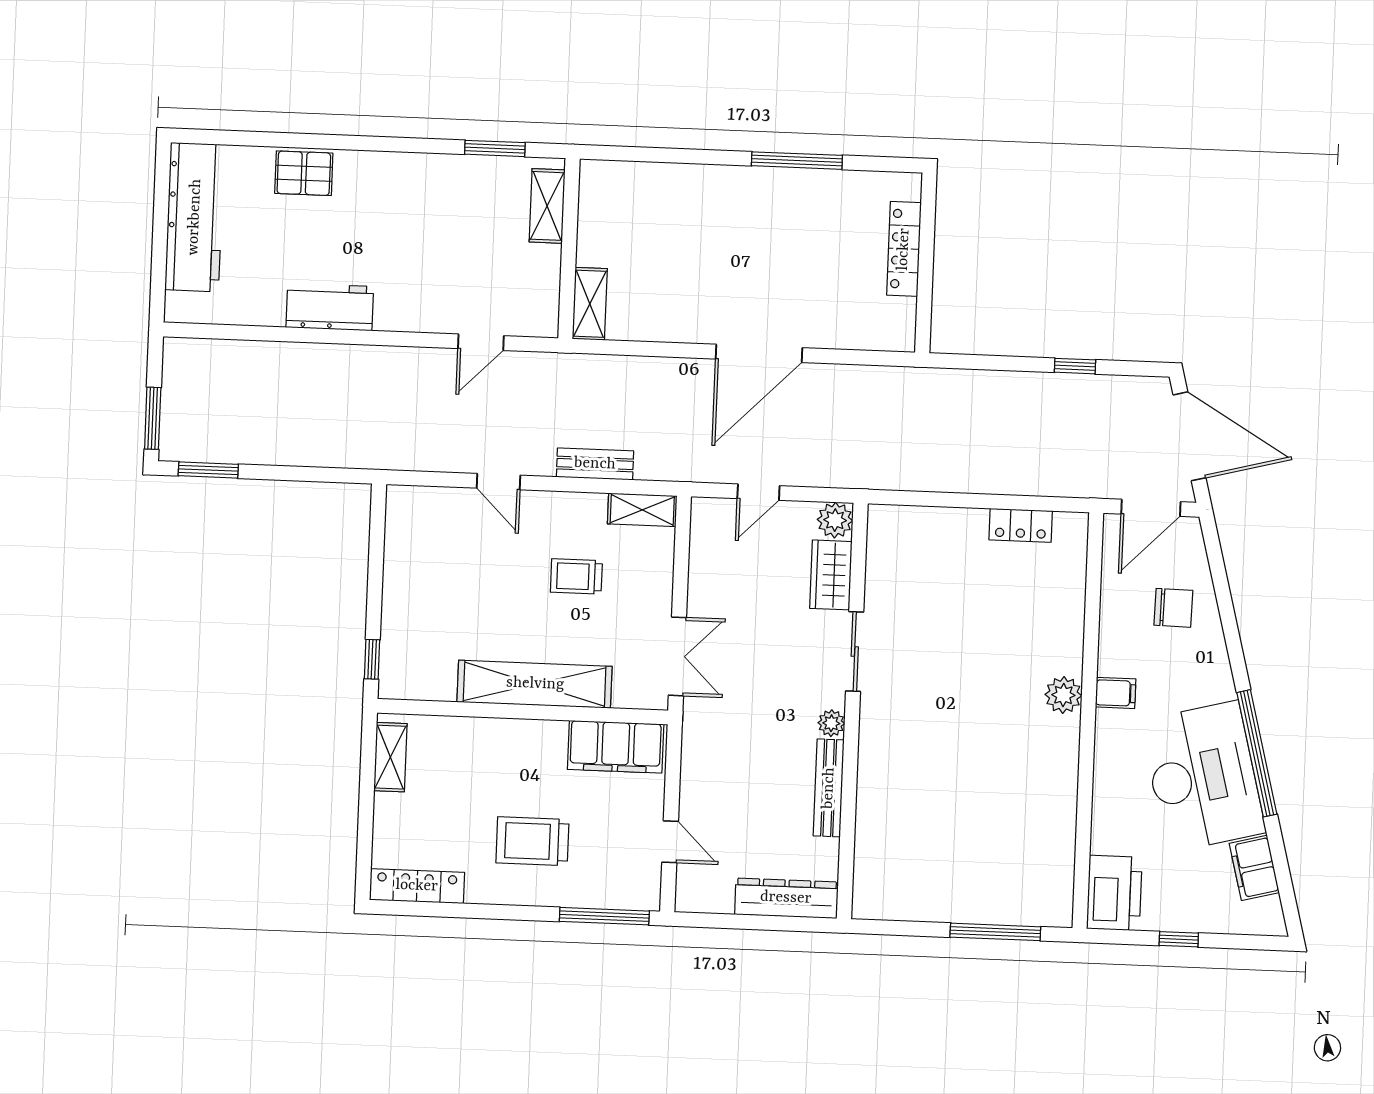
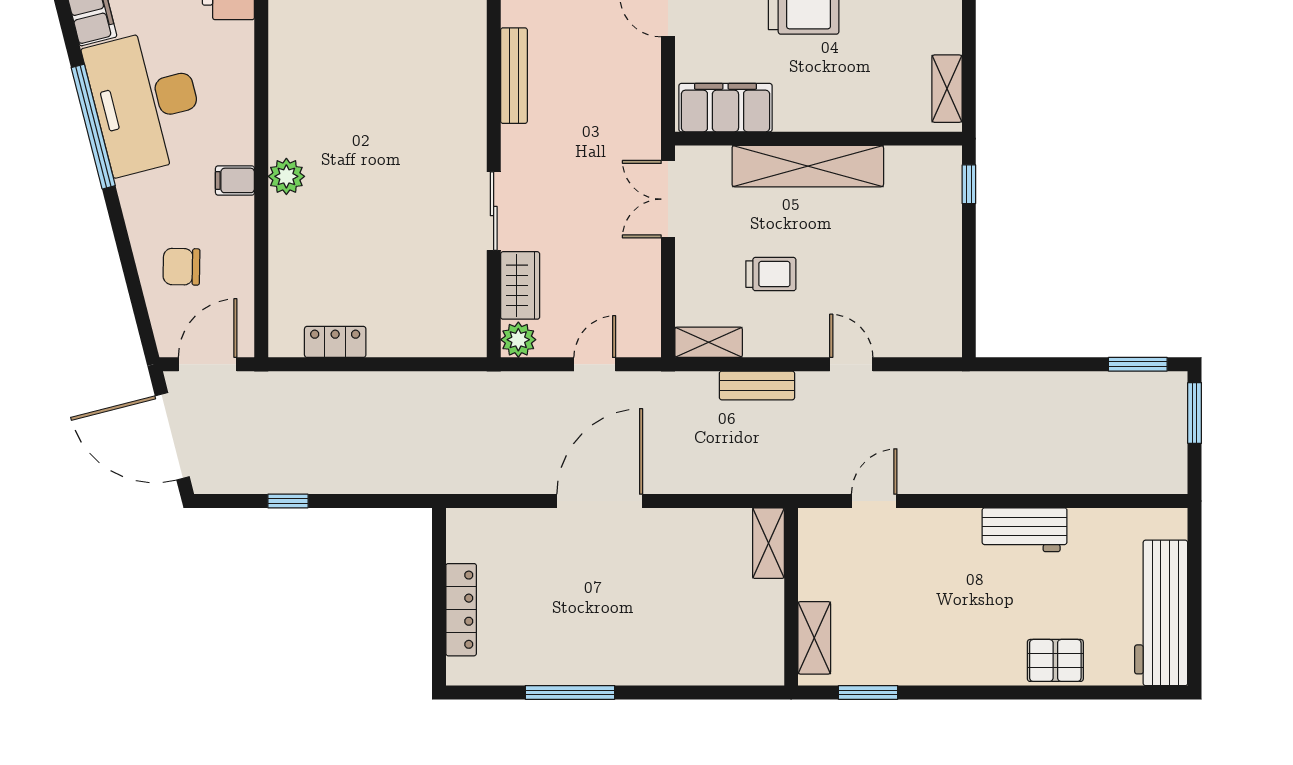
plant: (831, 723) -> (514, 140), removed

